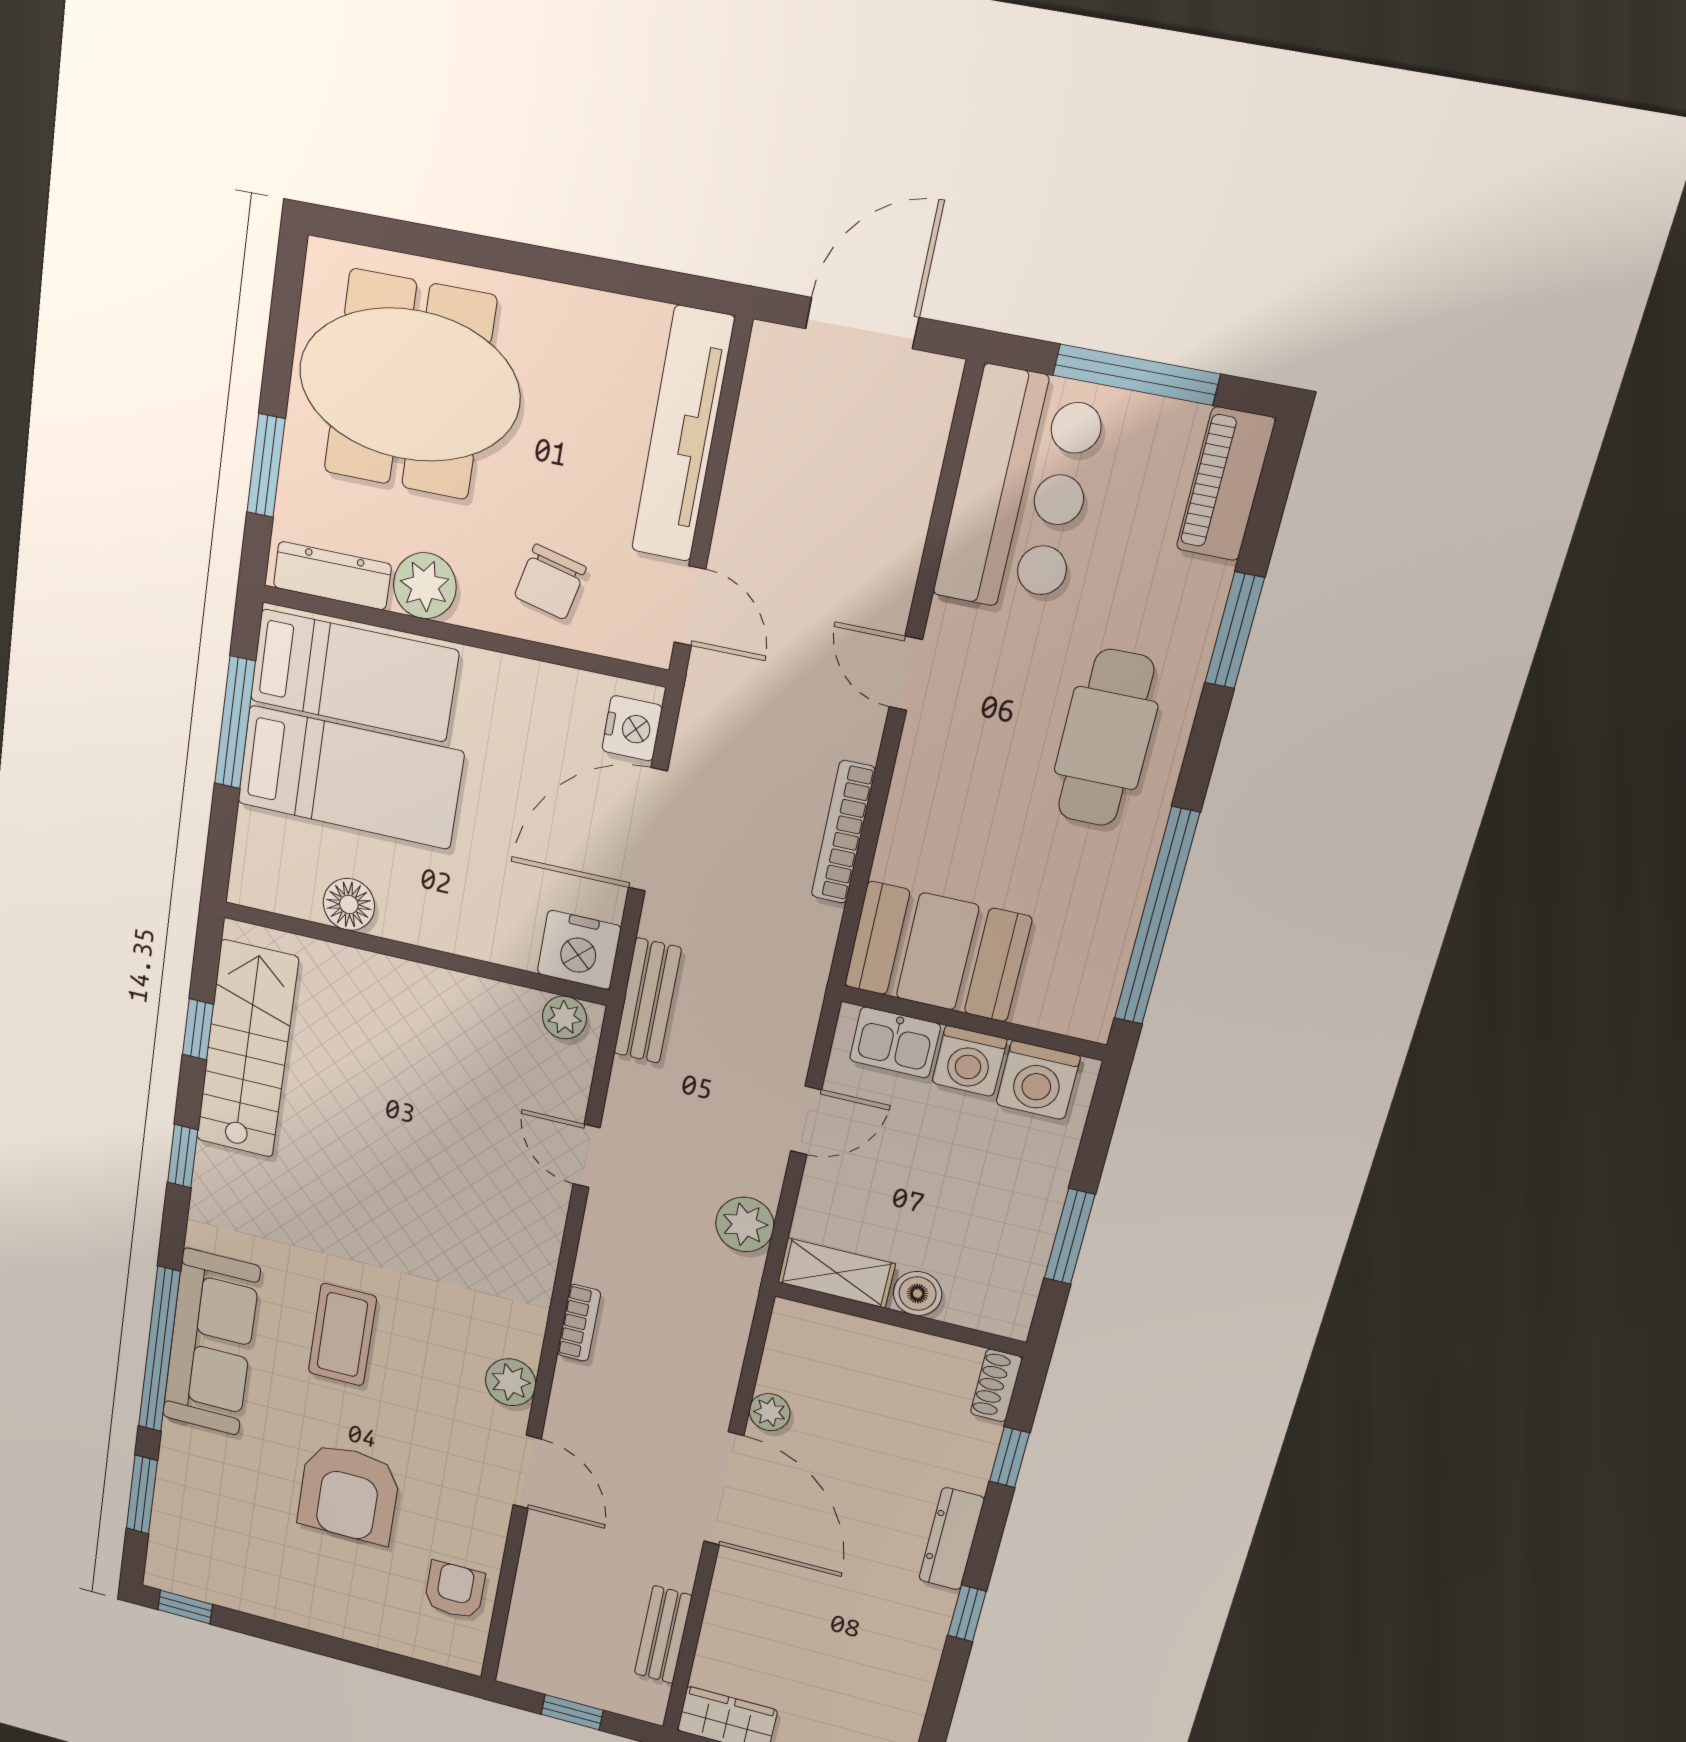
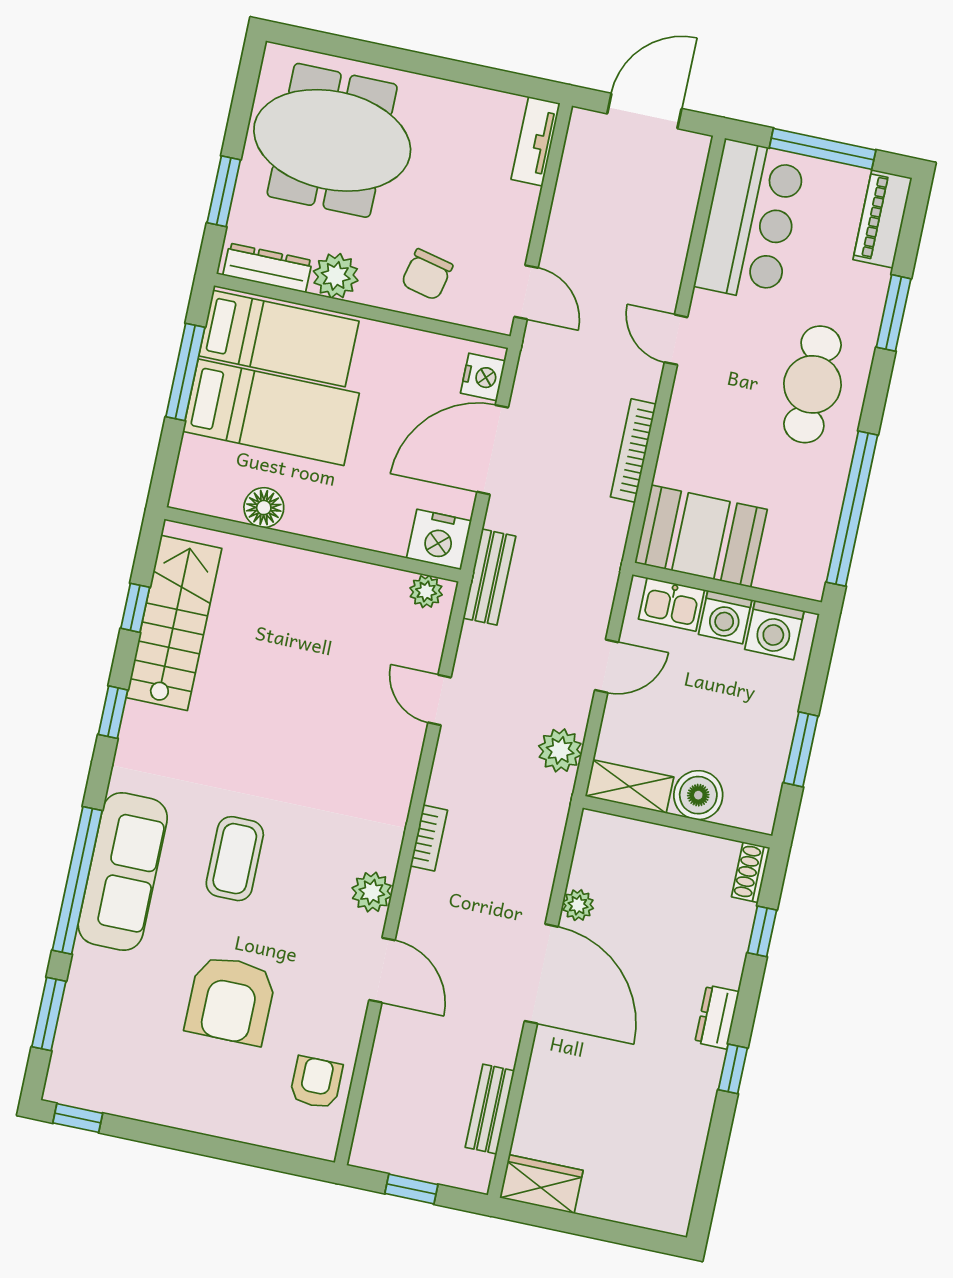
tv unit: (683, 435) -> (536, 141), width x0.52, depth x0.78
boiler: (918, 1294) -> (698, 795), width x1.36, depth x1.36
dresser: (952, 1539) -> (717, 1017), width x0.70

